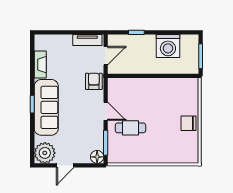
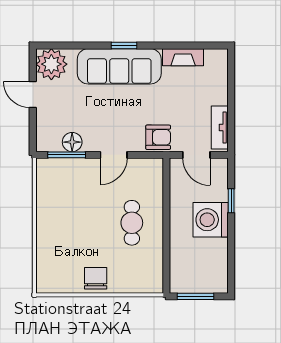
washing machine: (168, 46) -> (211, 220), moved
cafe table: (130, 128) -> (132, 223), moved
floor lamp: (97, 157) -> (72, 142), moved

